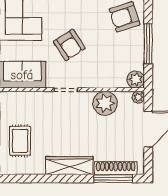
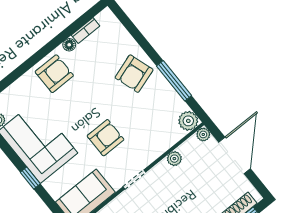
armchair: (69, 45) -> (105, 138), turned -57
plant: (105, 103) -> (174, 159), width x0.53, depth x0.53

